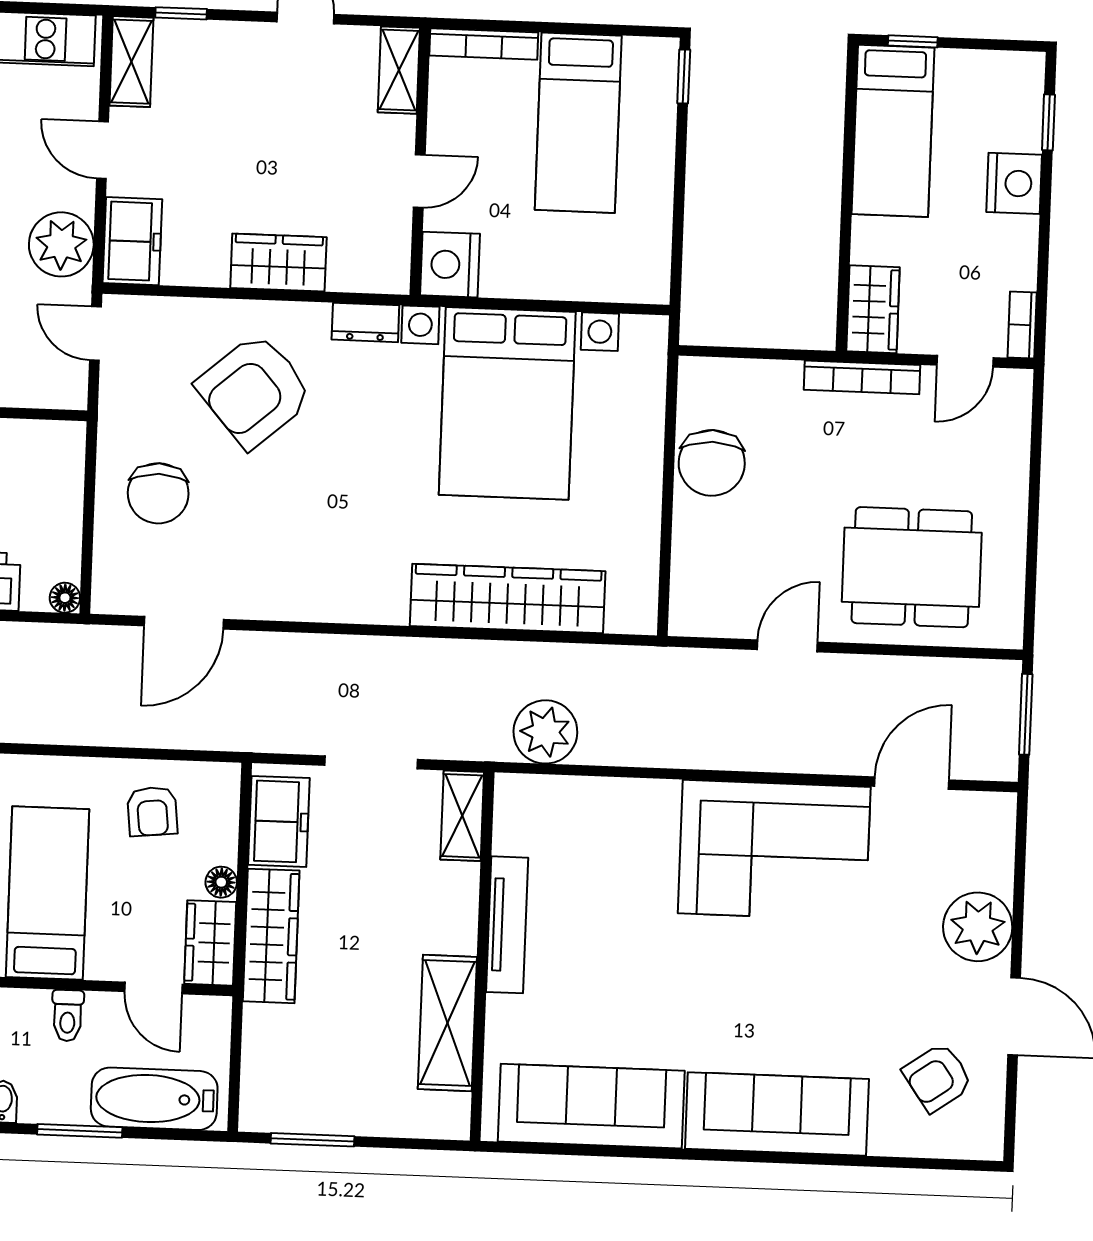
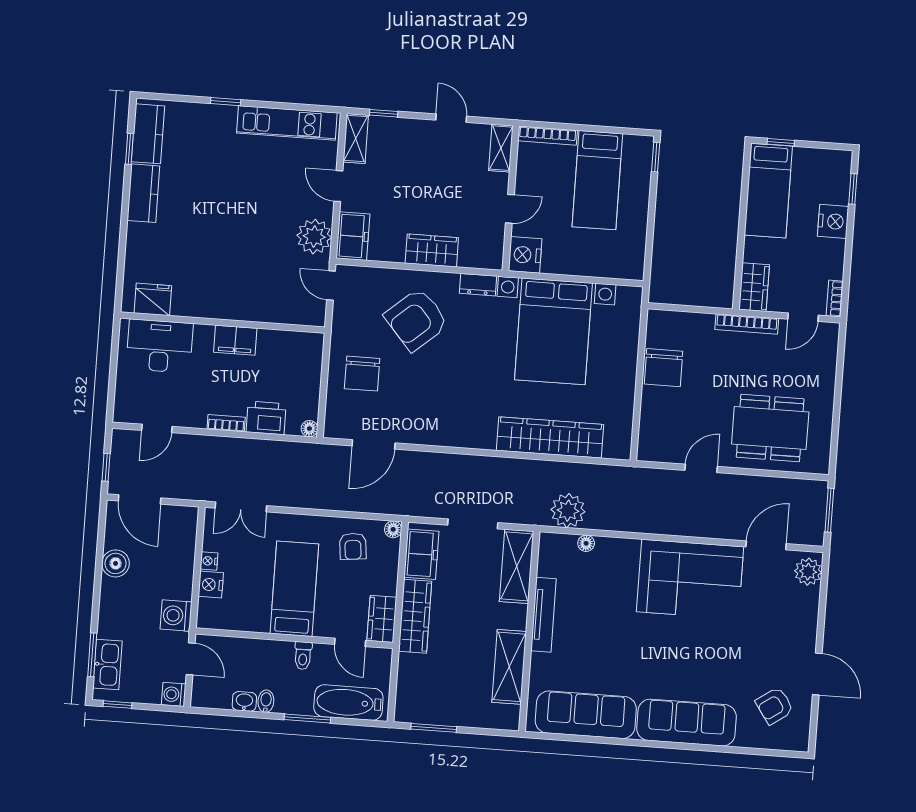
floor lamp: (581, 791) -> (586, 543), added
shelving: (462, 816) -> (517, 566), width x1.50, depth x1.33
floor lamp: (221, 882) -> (393, 529), moved
plant: (978, 927) -> (808, 572), moved, width x0.73, depth x0.73

